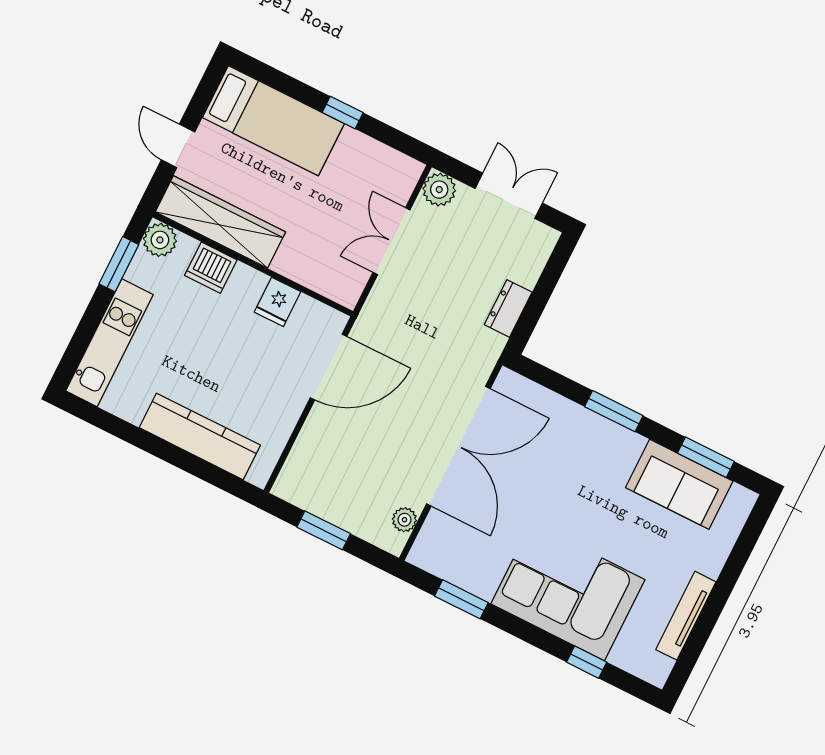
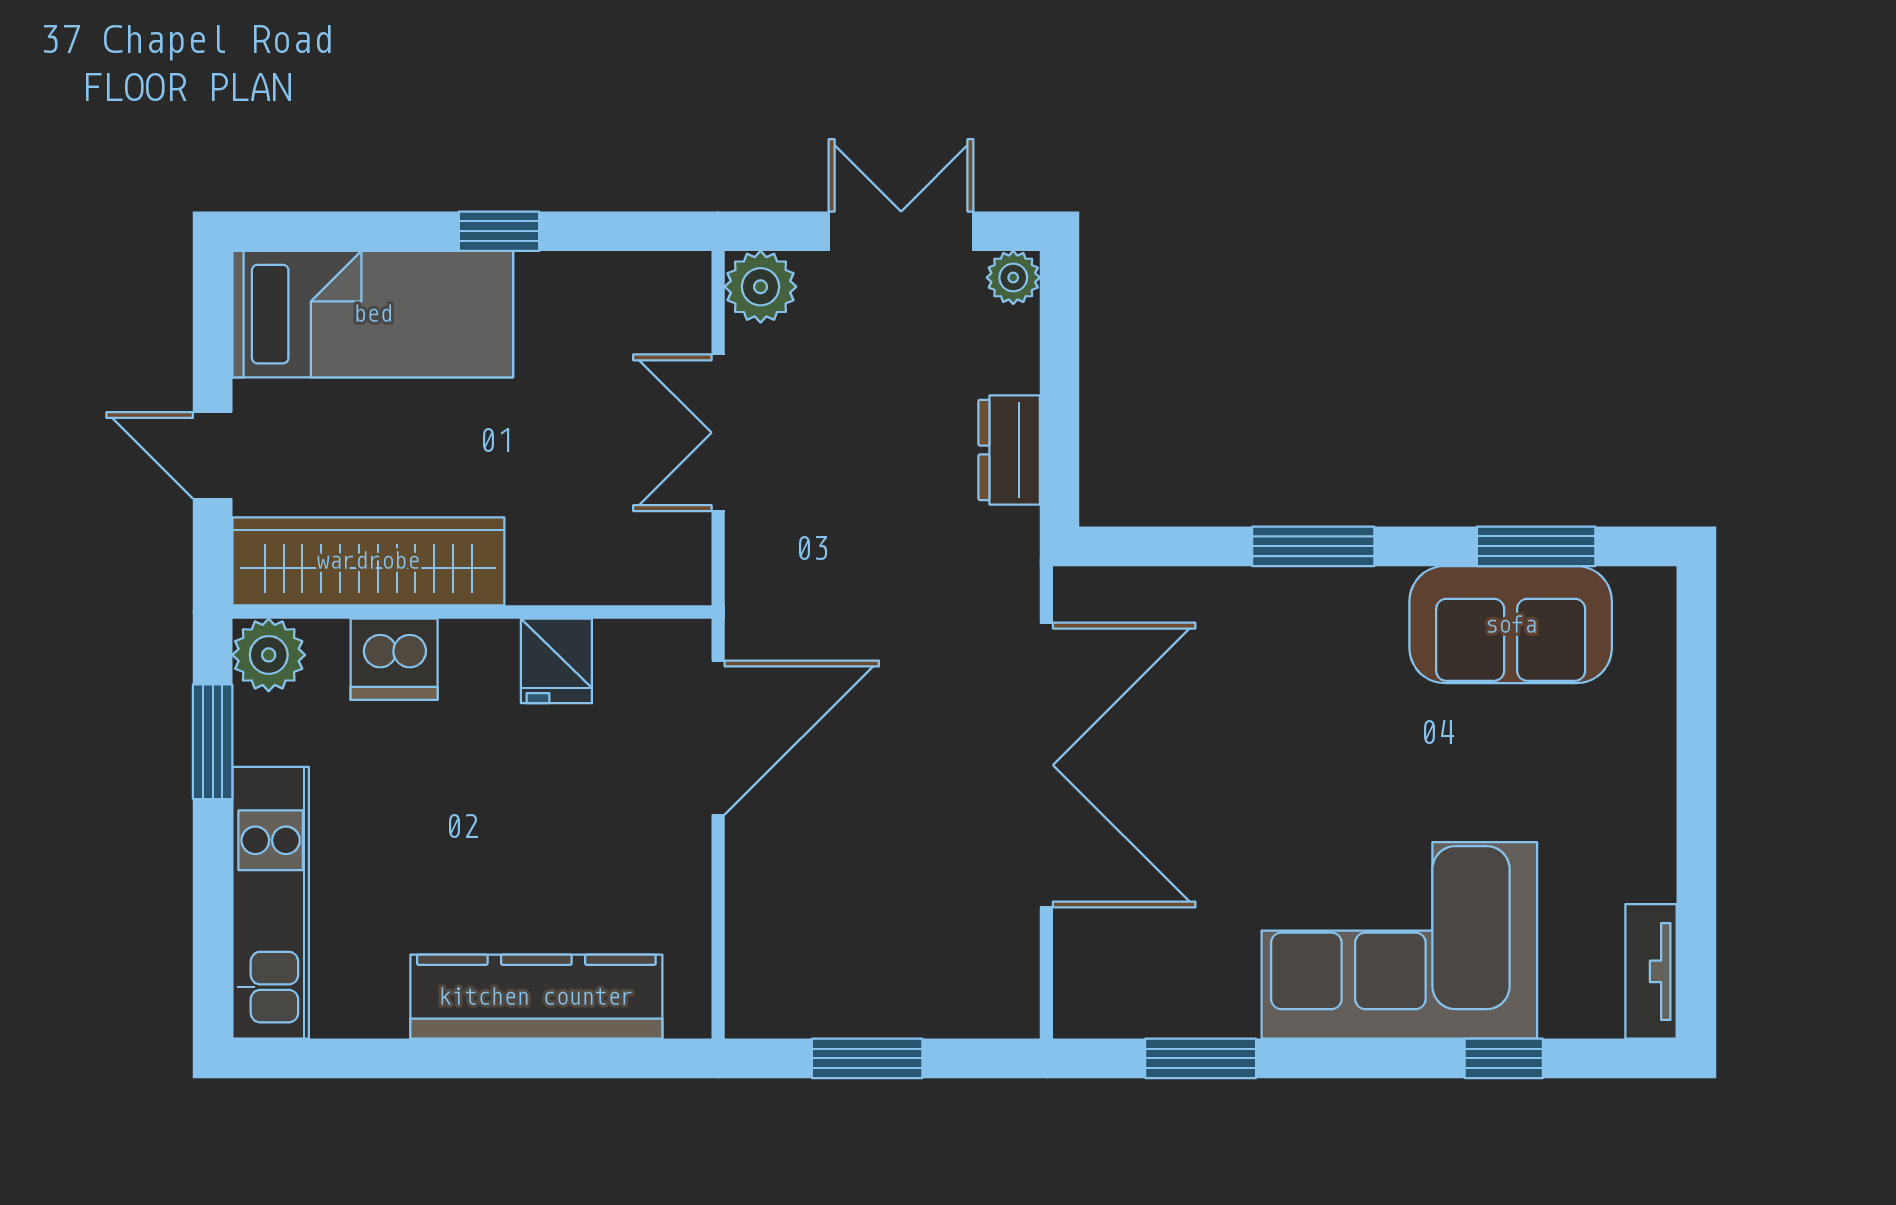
plant: (404, 520) -> (1013, 278), moved
tv unit: (686, 616) -> (1651, 971), moved, width x0.71

